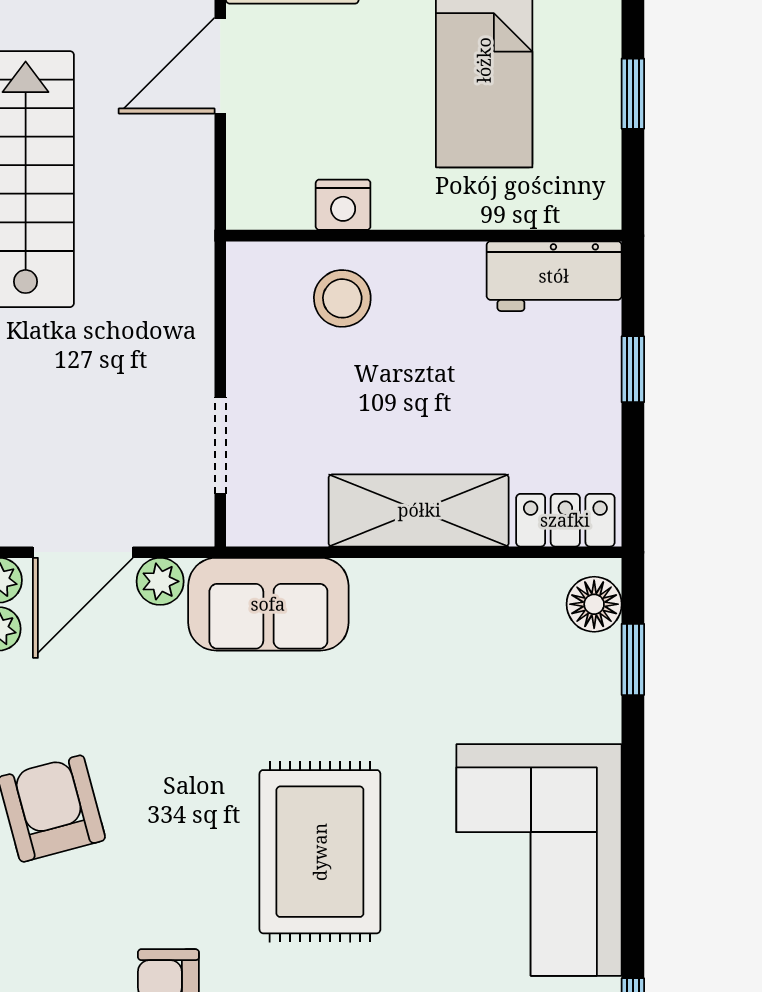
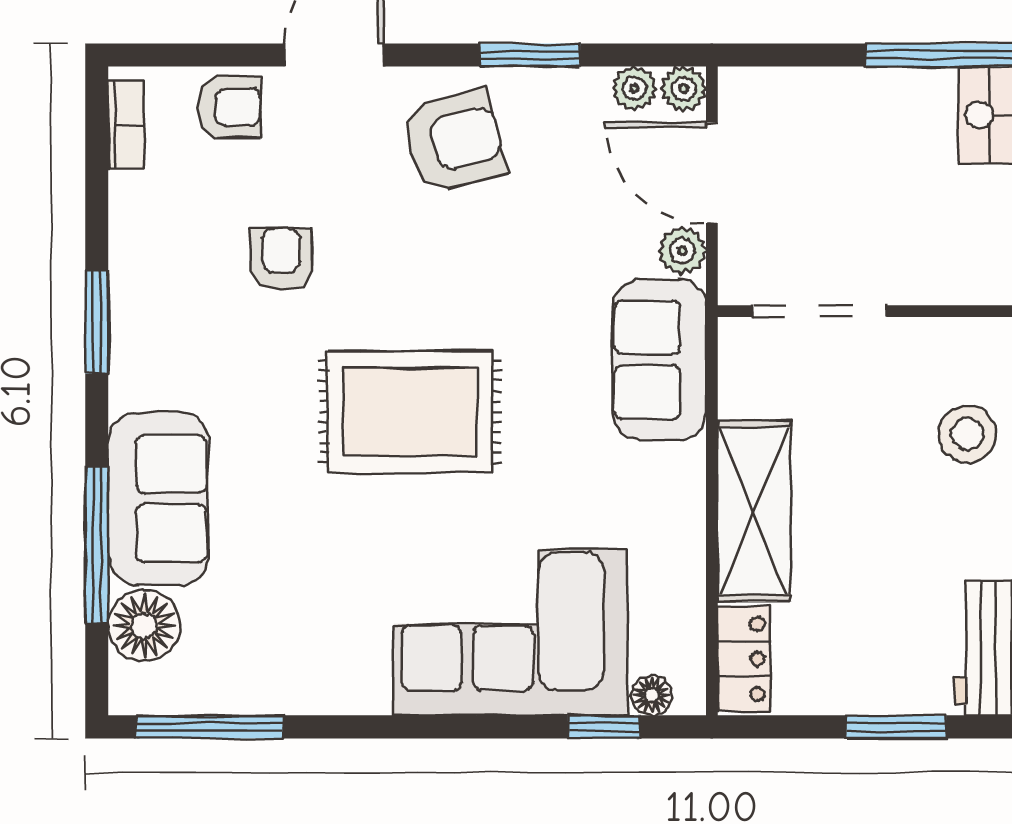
window: (633, 369) -> (896, 727), width x1.50
doorway: (220, 445) -> (819, 311), width x1.38
floor lamp: (594, 604) -> (652, 695), width x0.73, depth x0.73
corner sofa: (539, 860) -> (510, 632), moved

